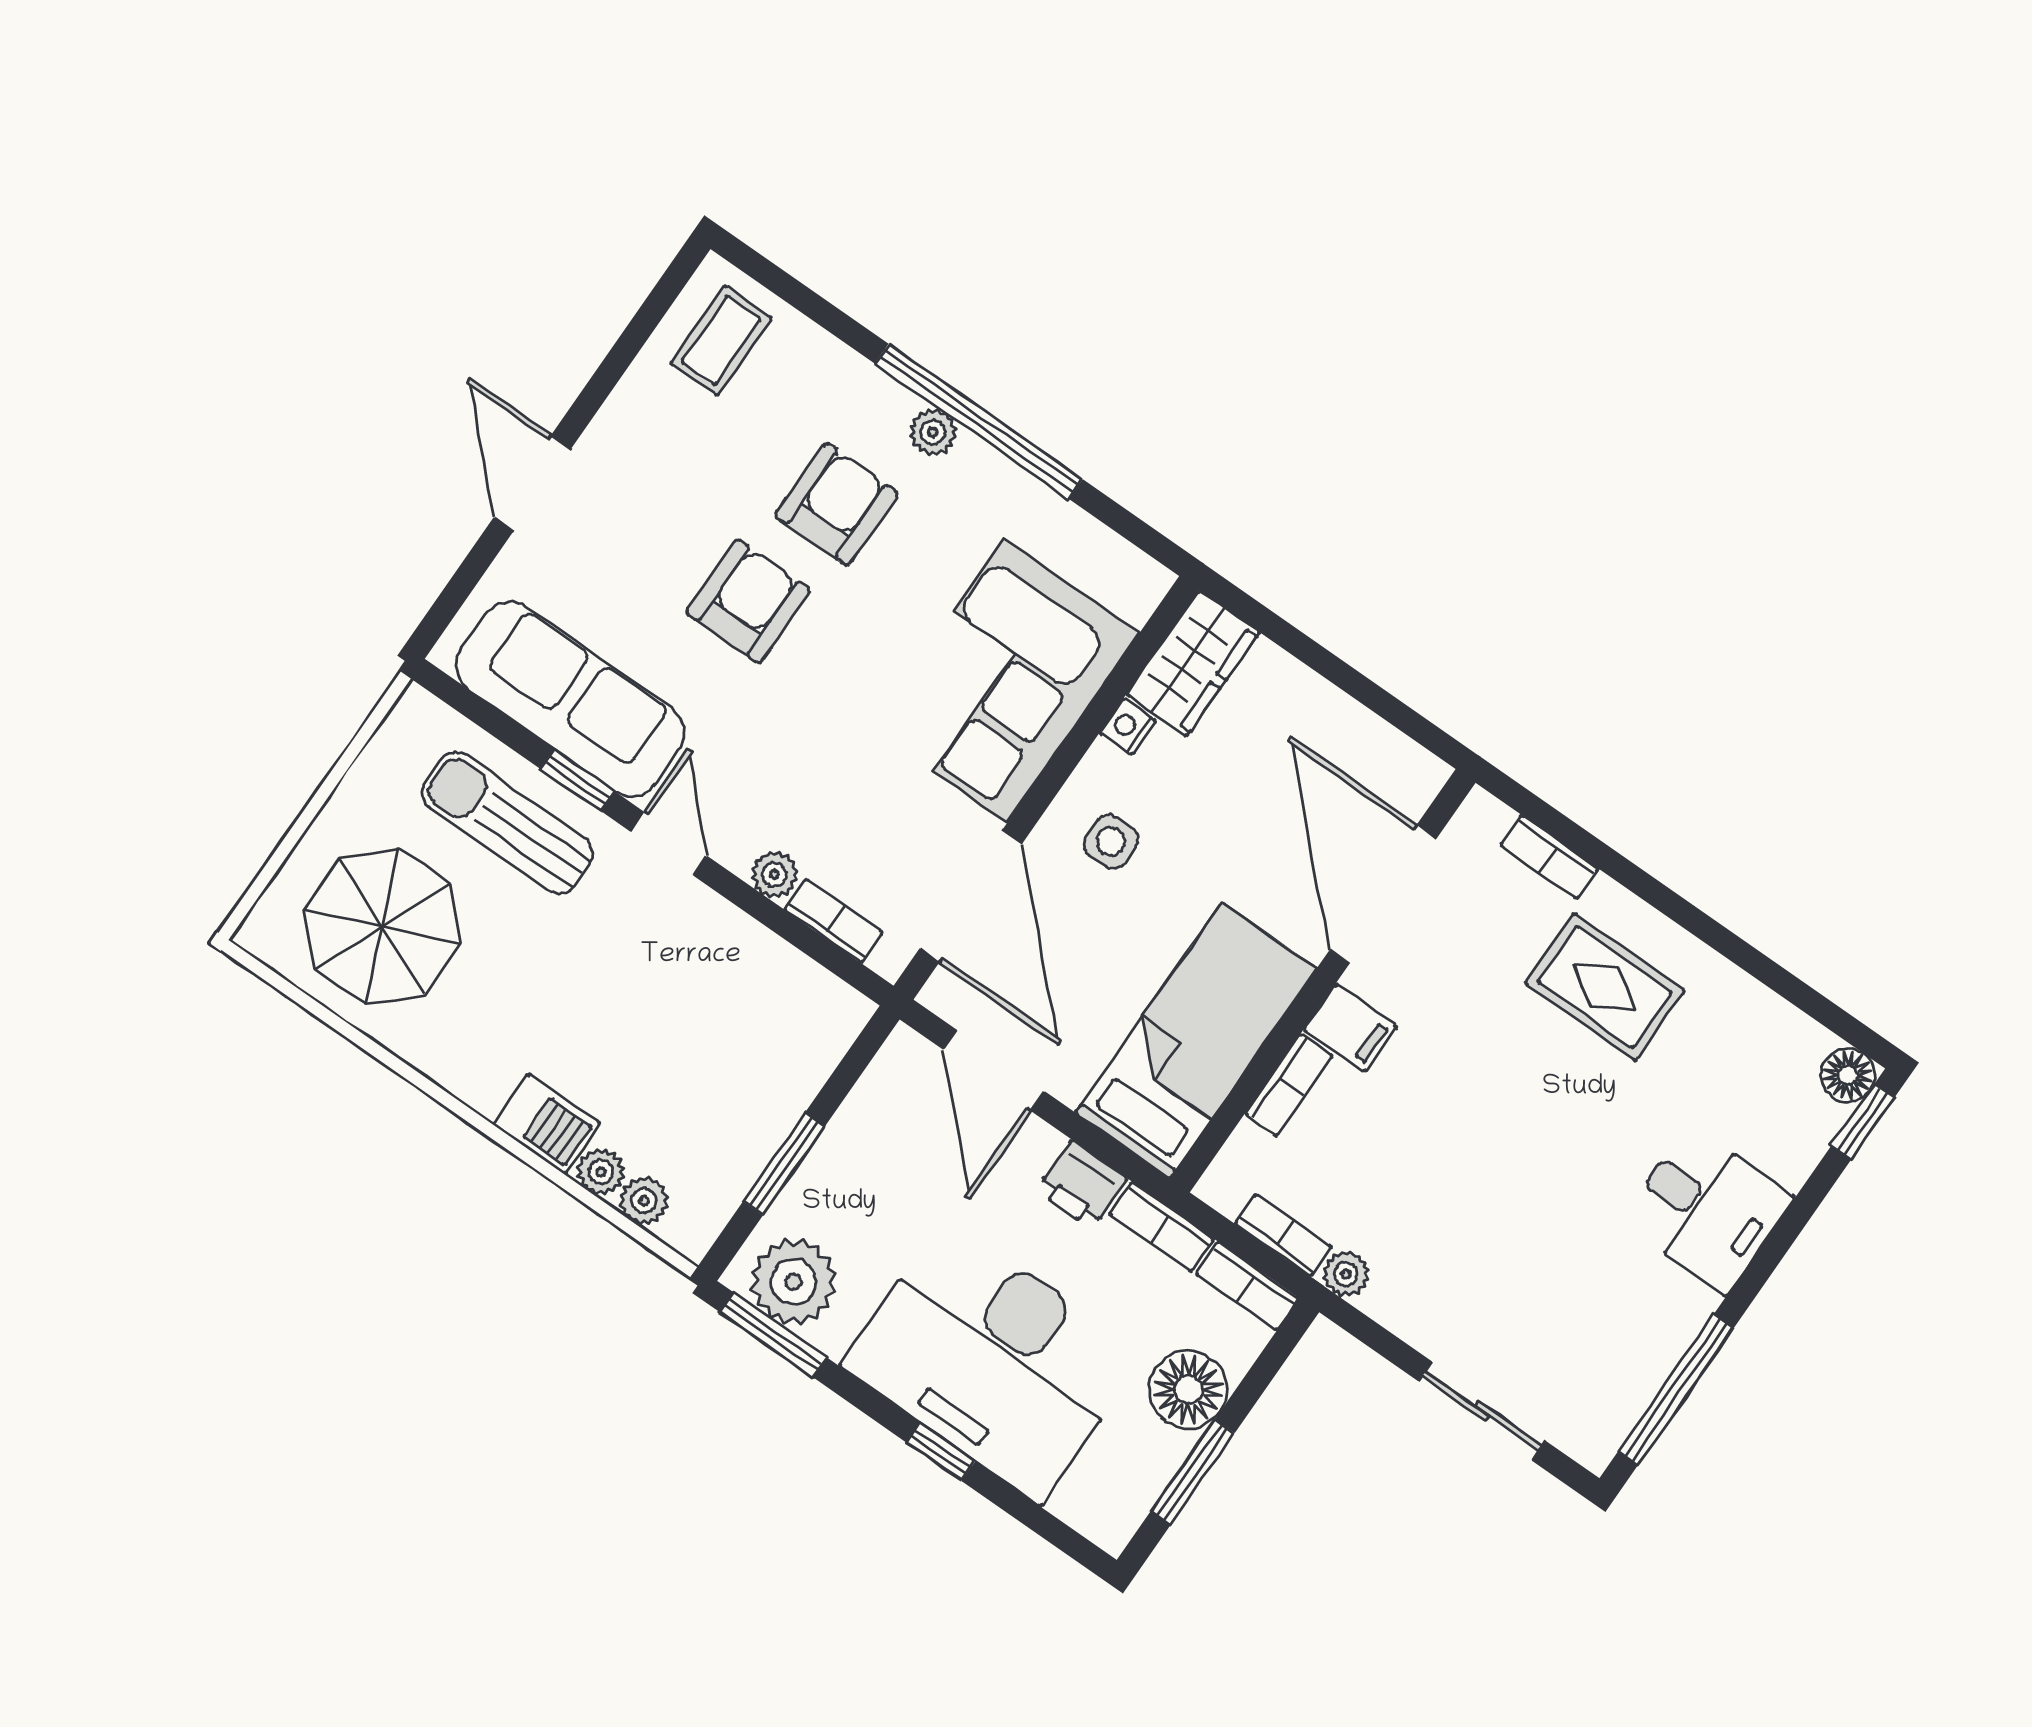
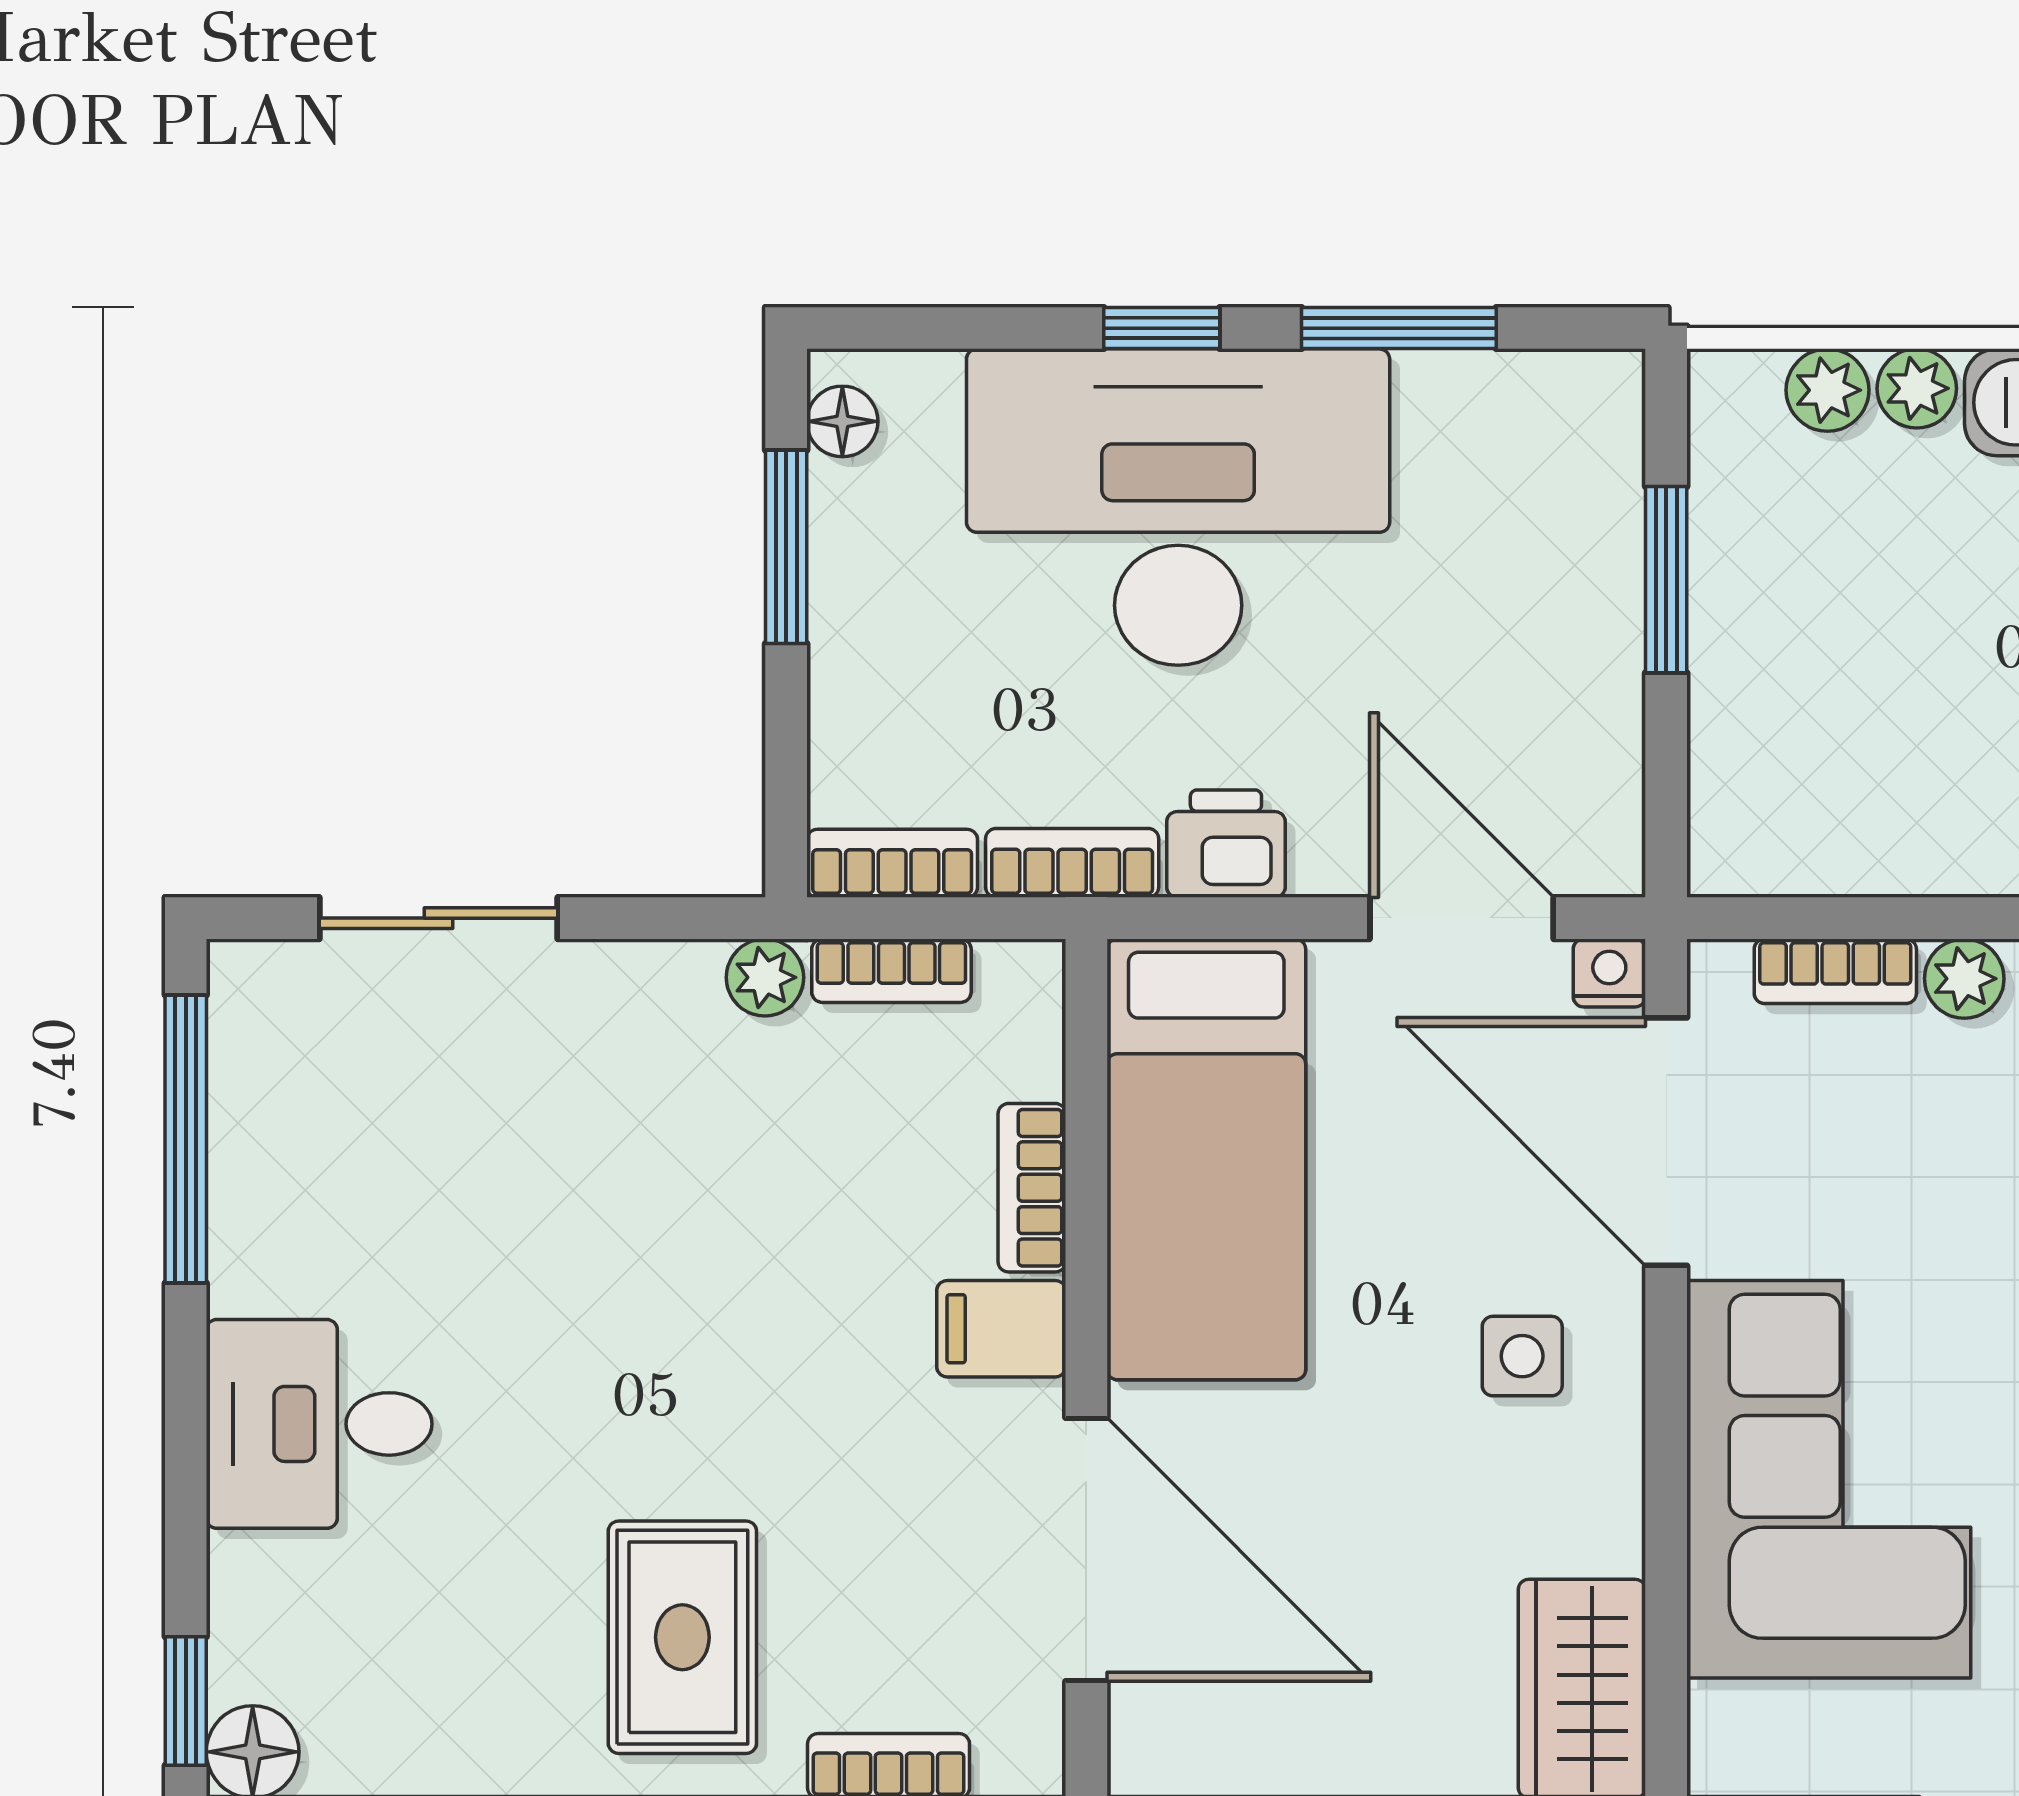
nightstand: (1128, 727) -> (1609, 973), moved, turned -90
rug: (1605, 987) -> (682, 1637), turned 90
plant: (794, 1282) -> (1537, 423), removed
window: (773, 1335) -> (1399, 328), moved
floor lamp: (1188, 1390) -> (842, 421), moved, width x0.53, depth x0.53

